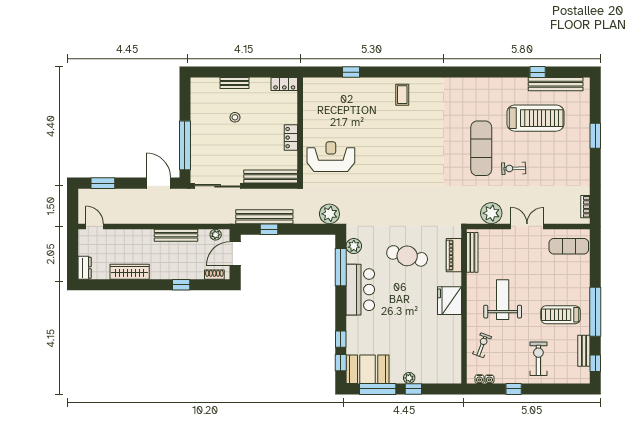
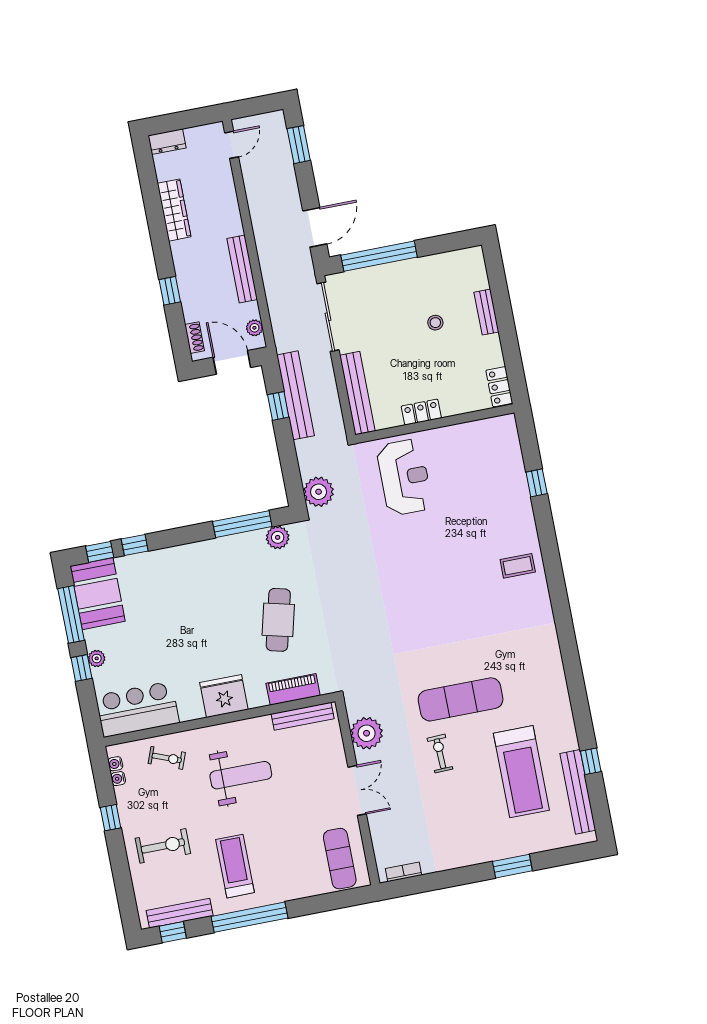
bar counter: (360, 290) -> (137, 709), moved, turned 180
bench: (584, 351) -> (180, 913), width x1.36

